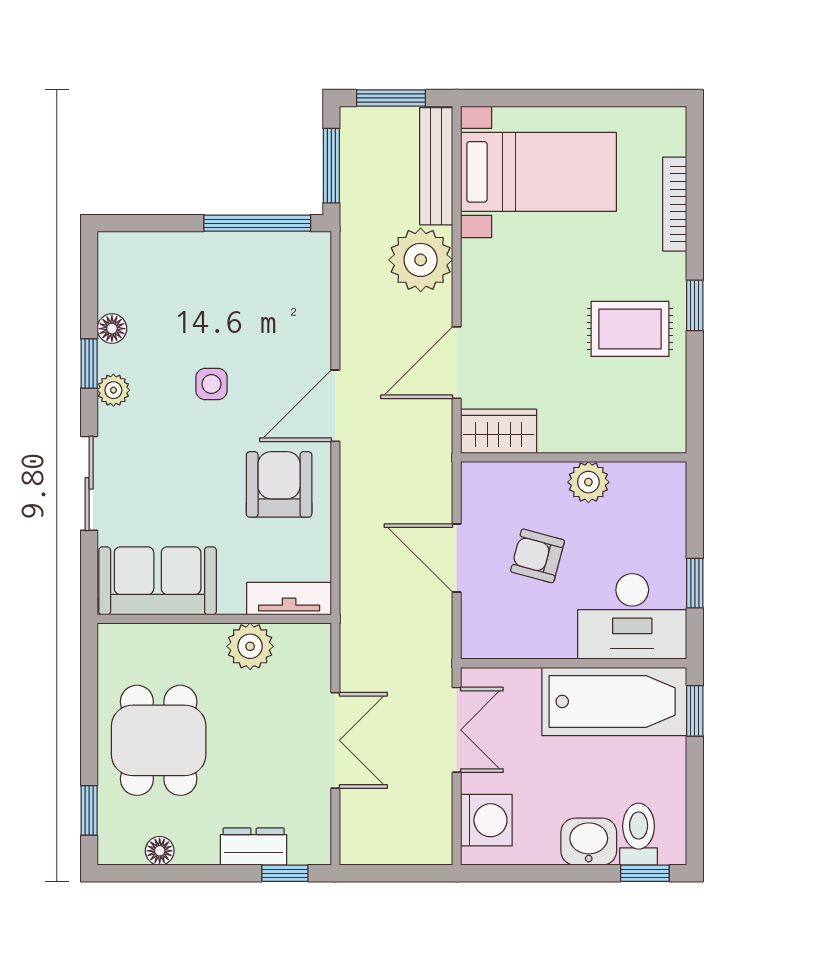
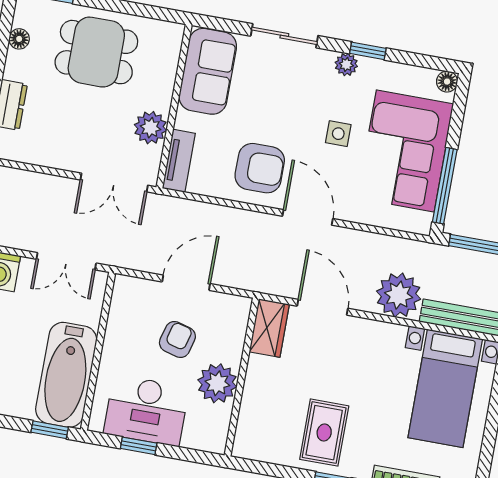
corner sofa: (219, 287) -> (405, 151), added
floor lamp: (112, 329) -> (447, 82), moved
plant: (588, 482) -> (217, 383), width x1.36, depth x1.36
desk: (632, 616) -> (146, 410), moved, turned -90
double door: (335, 740) -> (114, 183), moved

